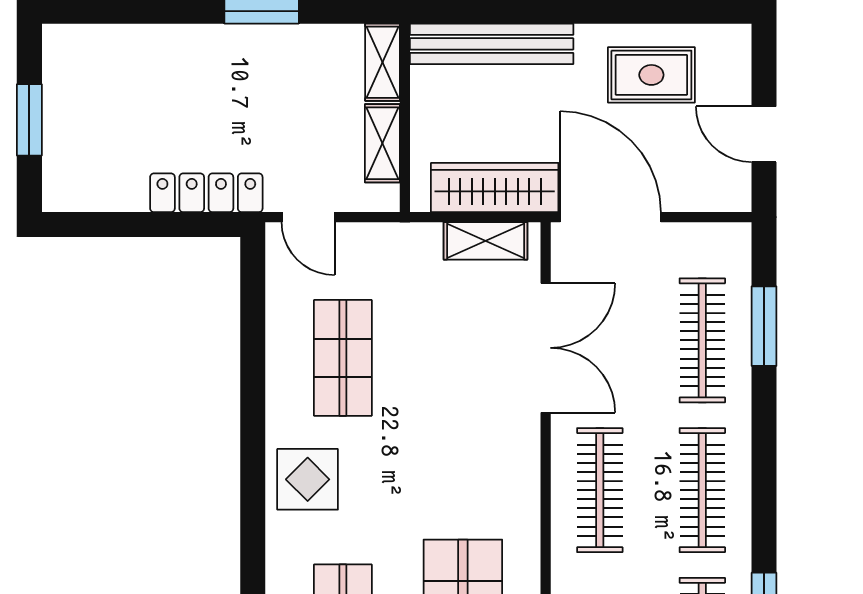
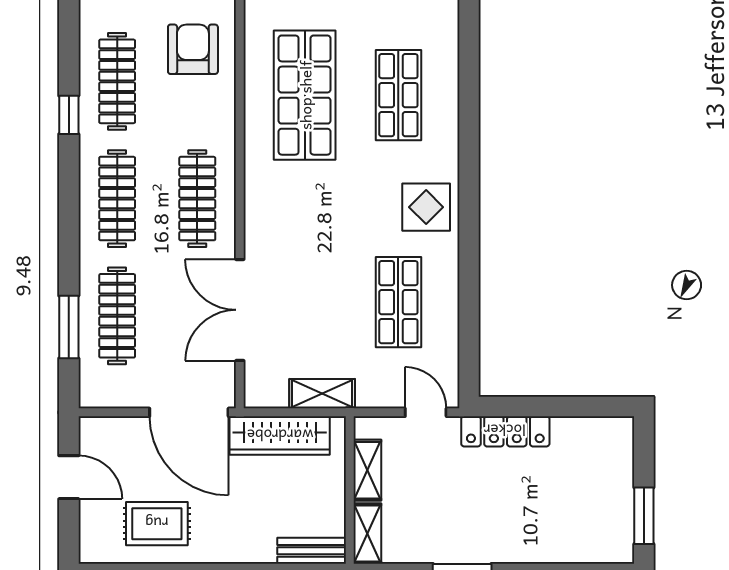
bench: (492, 44) -> (312, 551), width x0.54, depth x0.82
window: (29, 120) -> (644, 516), moved
shelving: (486, 241) -> (322, 394), moved

